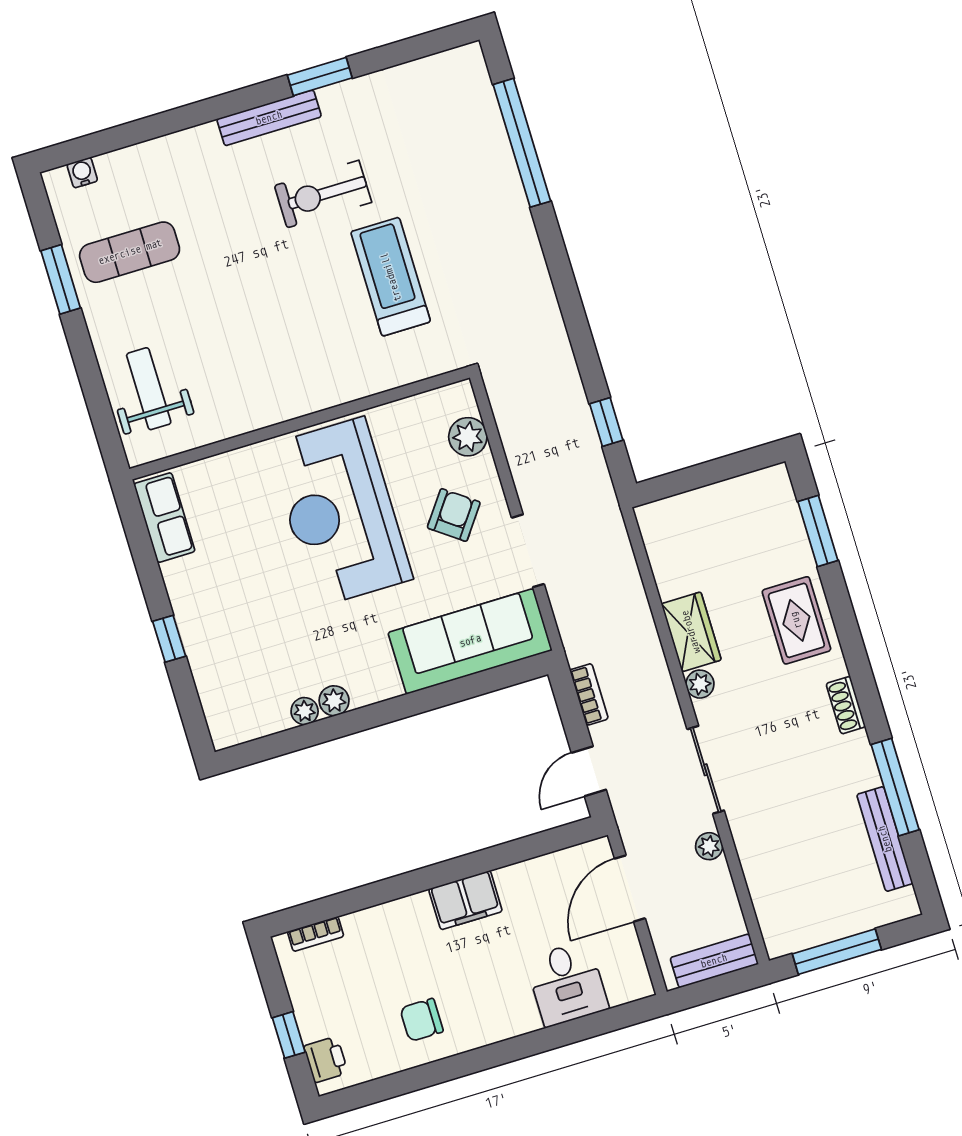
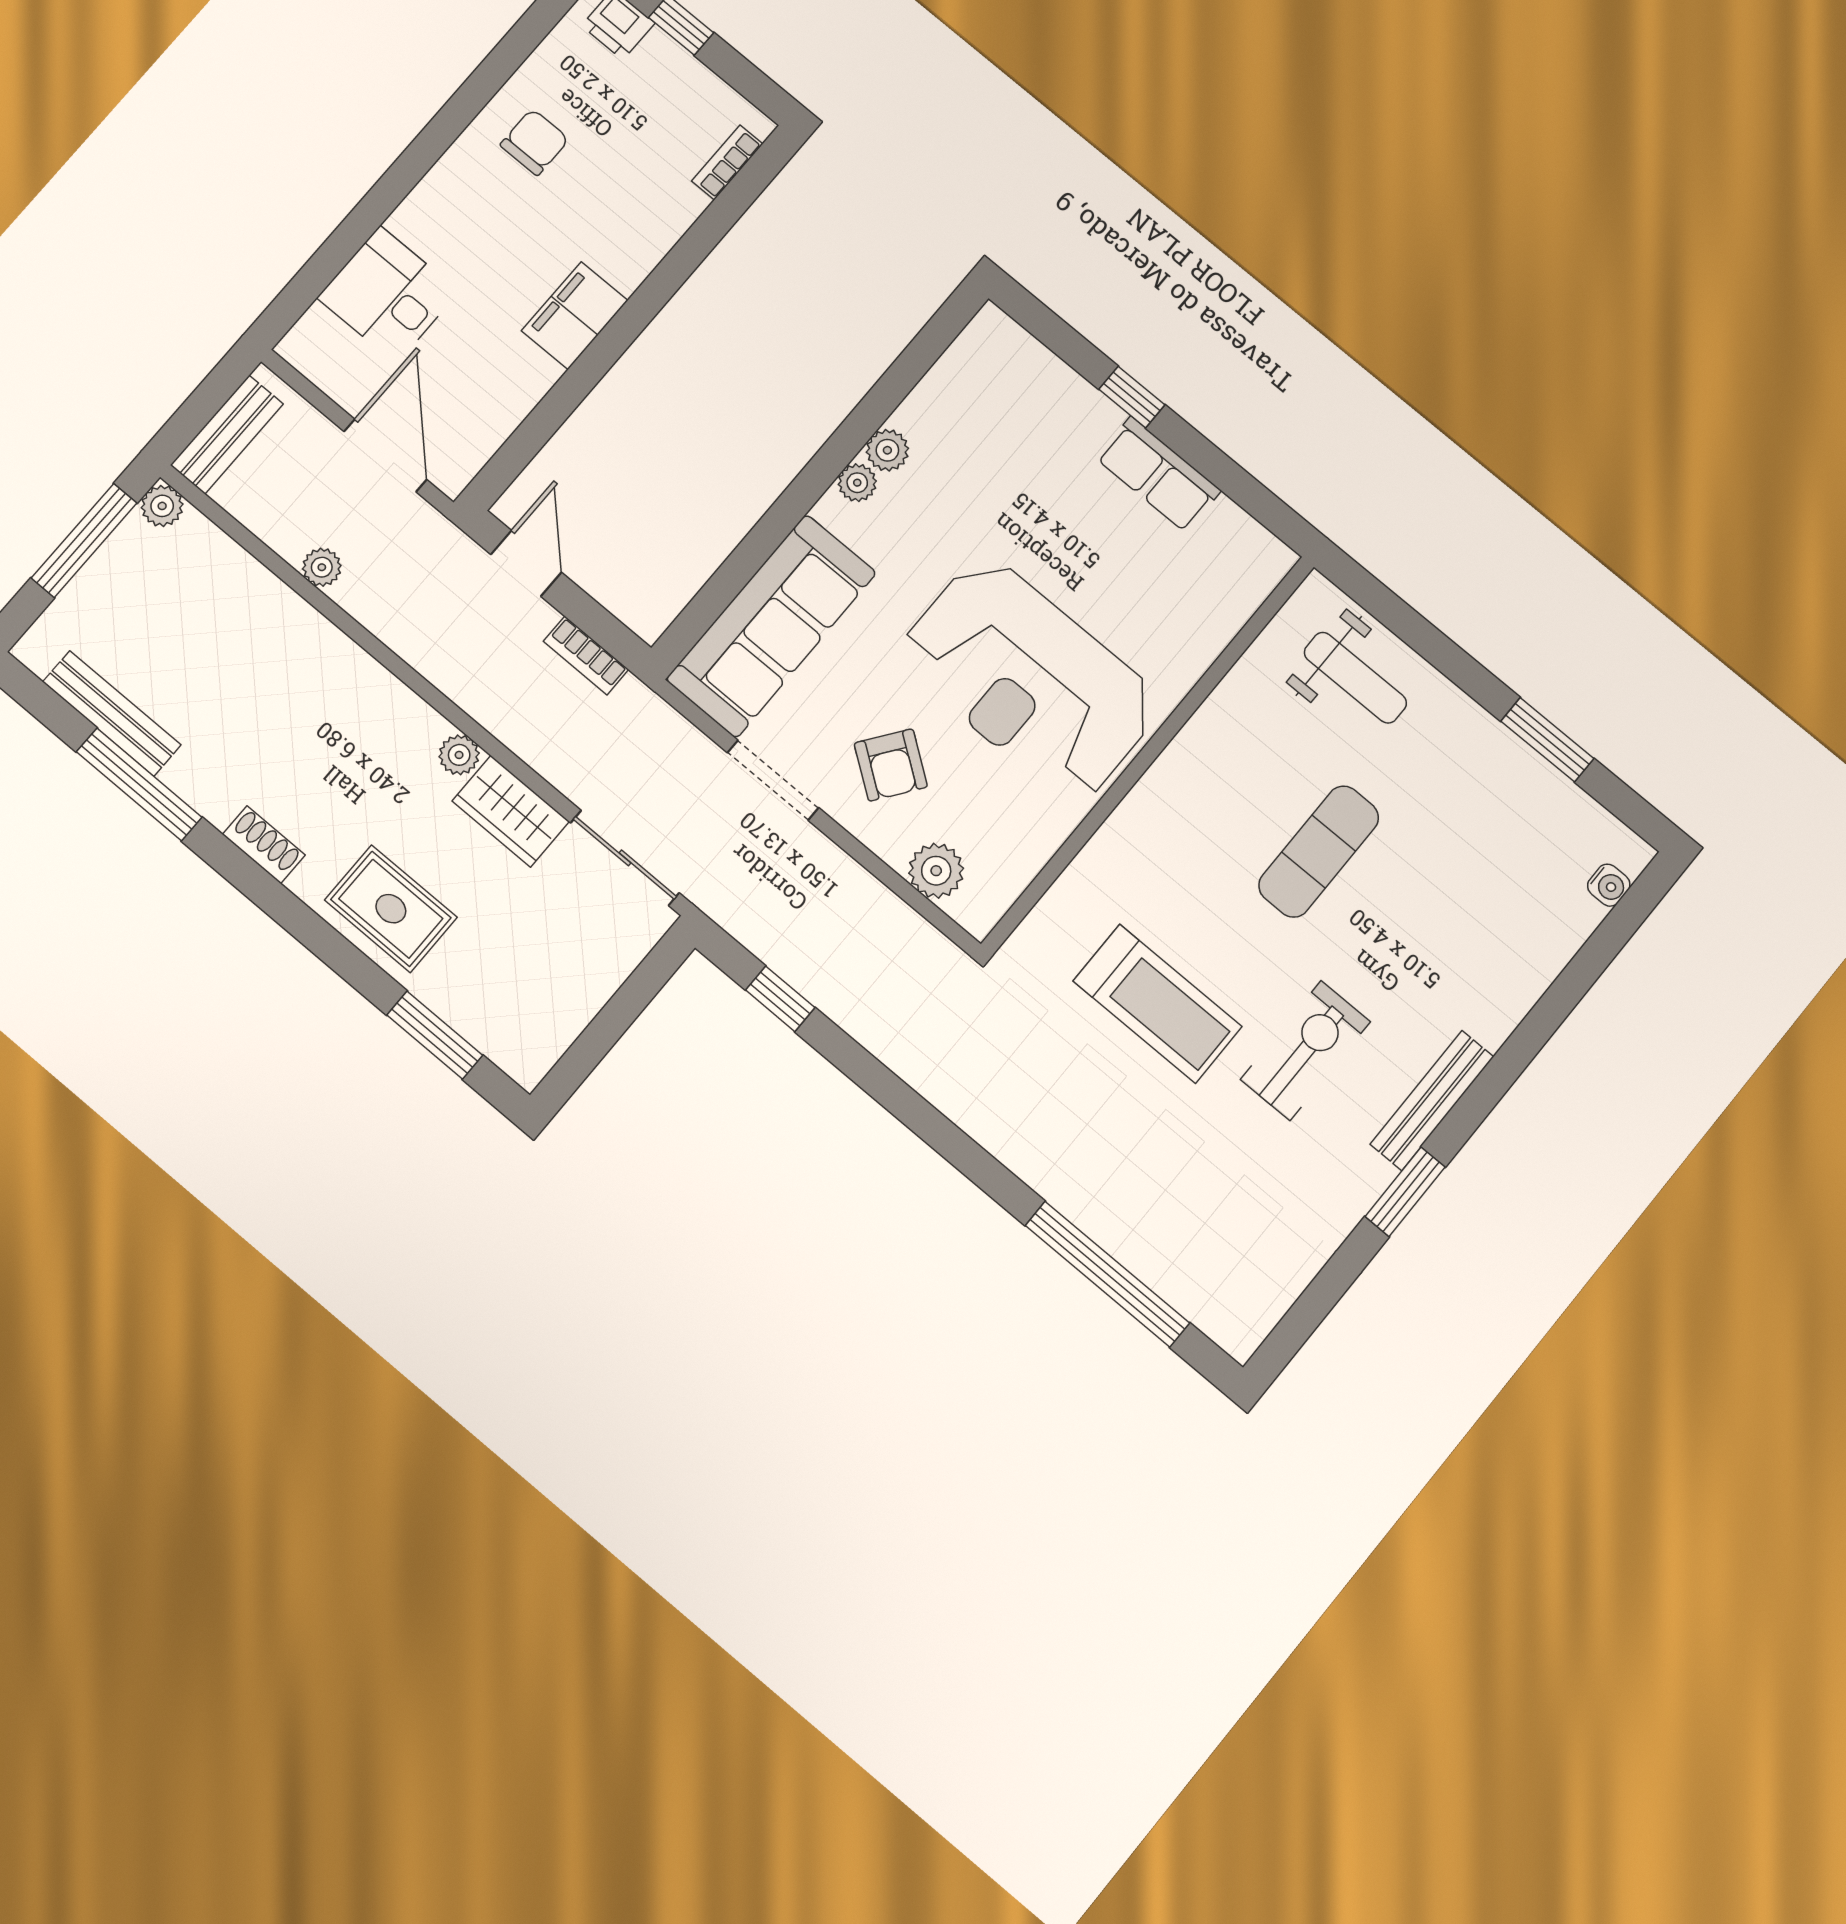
exercise mat: (130, 252) -> (1319, 852), moved
reception desk: (340, 512) -> (1029, 679), turned 180
row of seats: (164, 518) -> (1158, 474), moved
plant: (305, 711) -> (857, 483), moved
sliding door: (706, 770) -> (625, 858), moved
plant: (779, 943) -> (162, 506), added

